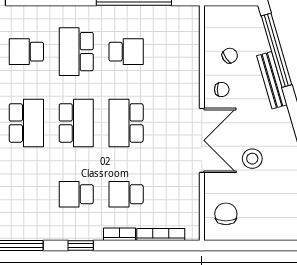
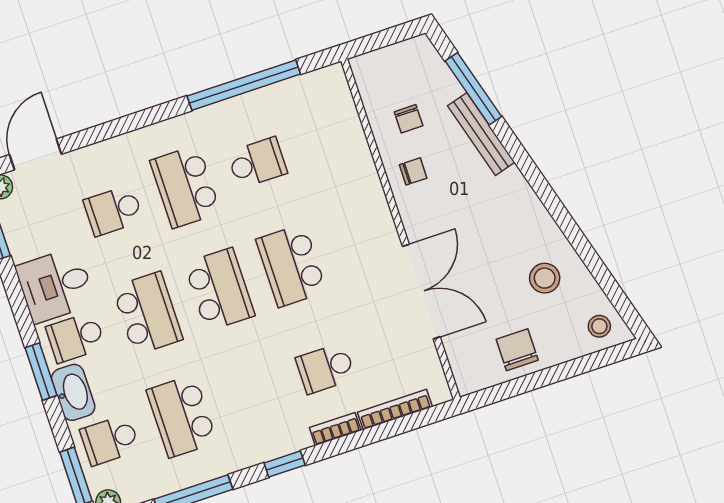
window: (276, 50) -> (473, 89), width x0.68
chair: (230, 56) -> (409, 119), turned 123
double door: (202, 140) -> (421, 292), moved
stool: (252, 159) -> (545, 278), moved
school desk: (76, 194) -> (182, 416), moved, width x1.85
chair: (226, 214) -> (517, 350), moved

